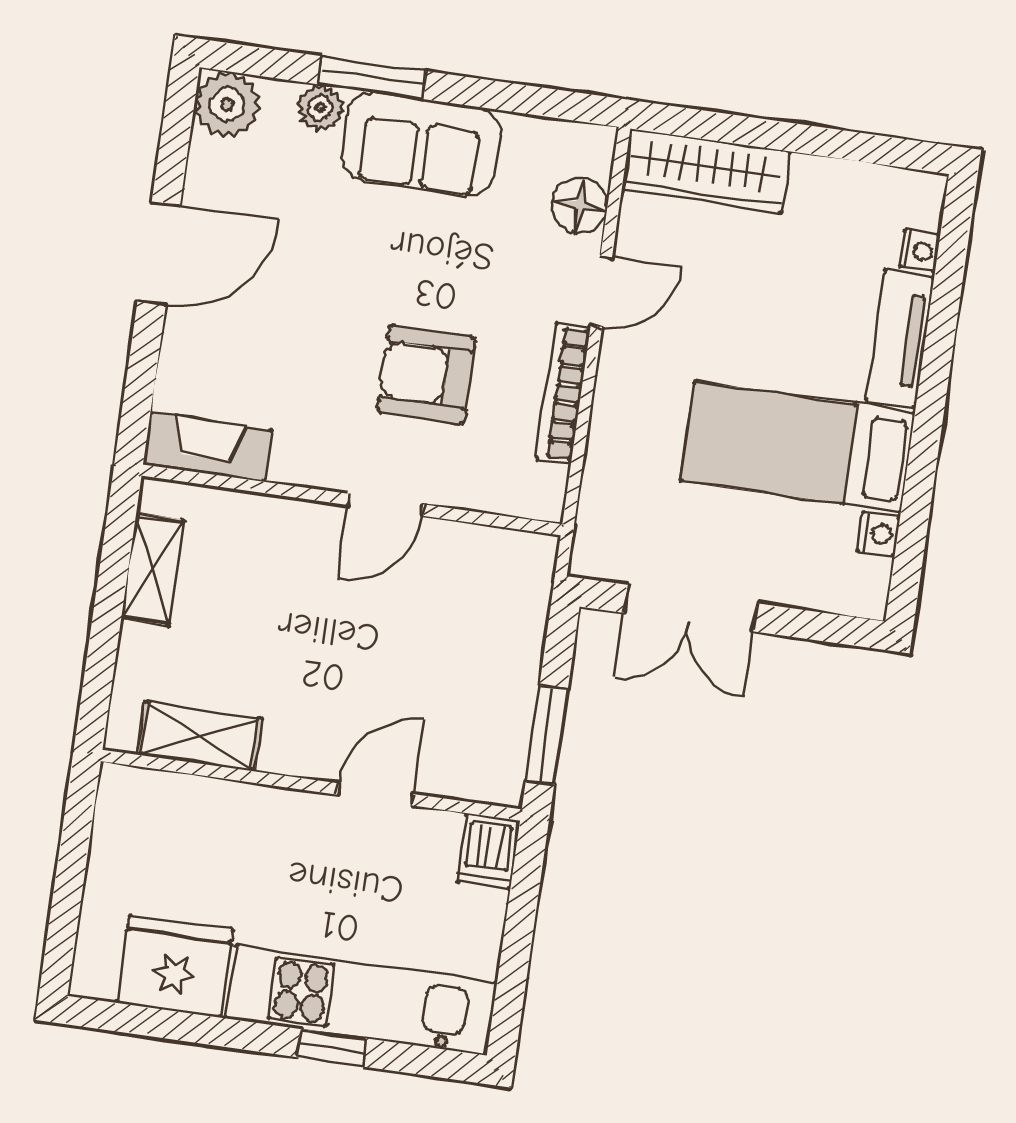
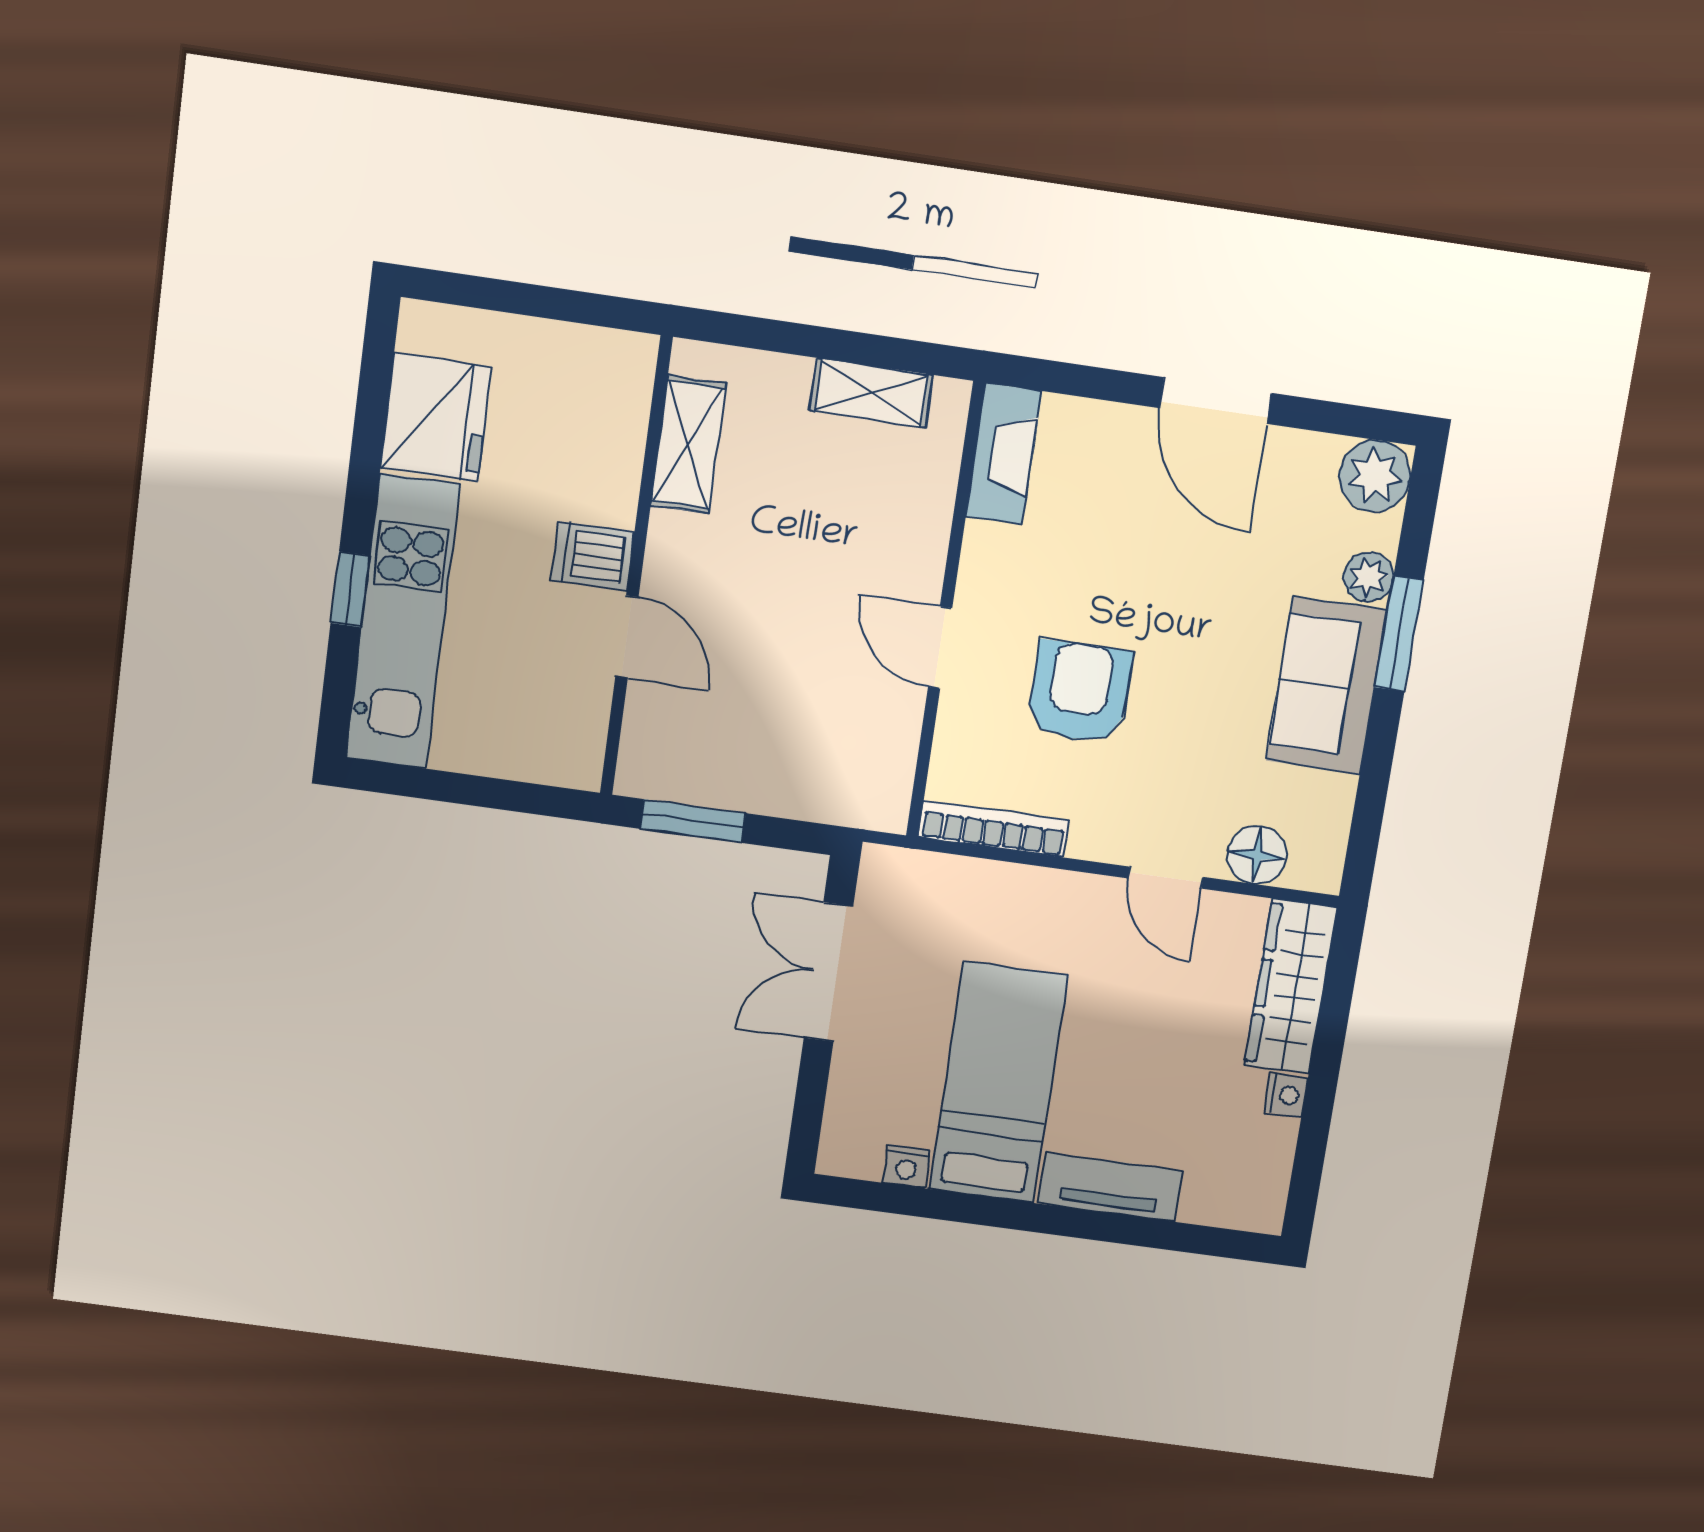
nightstand: (920, 251) -> (1286, 1095), moved, turned -90
bookcase: (563, 393) -> (993, 829), moved
dishwasher: (488, 852) -> (593, 556), moved

